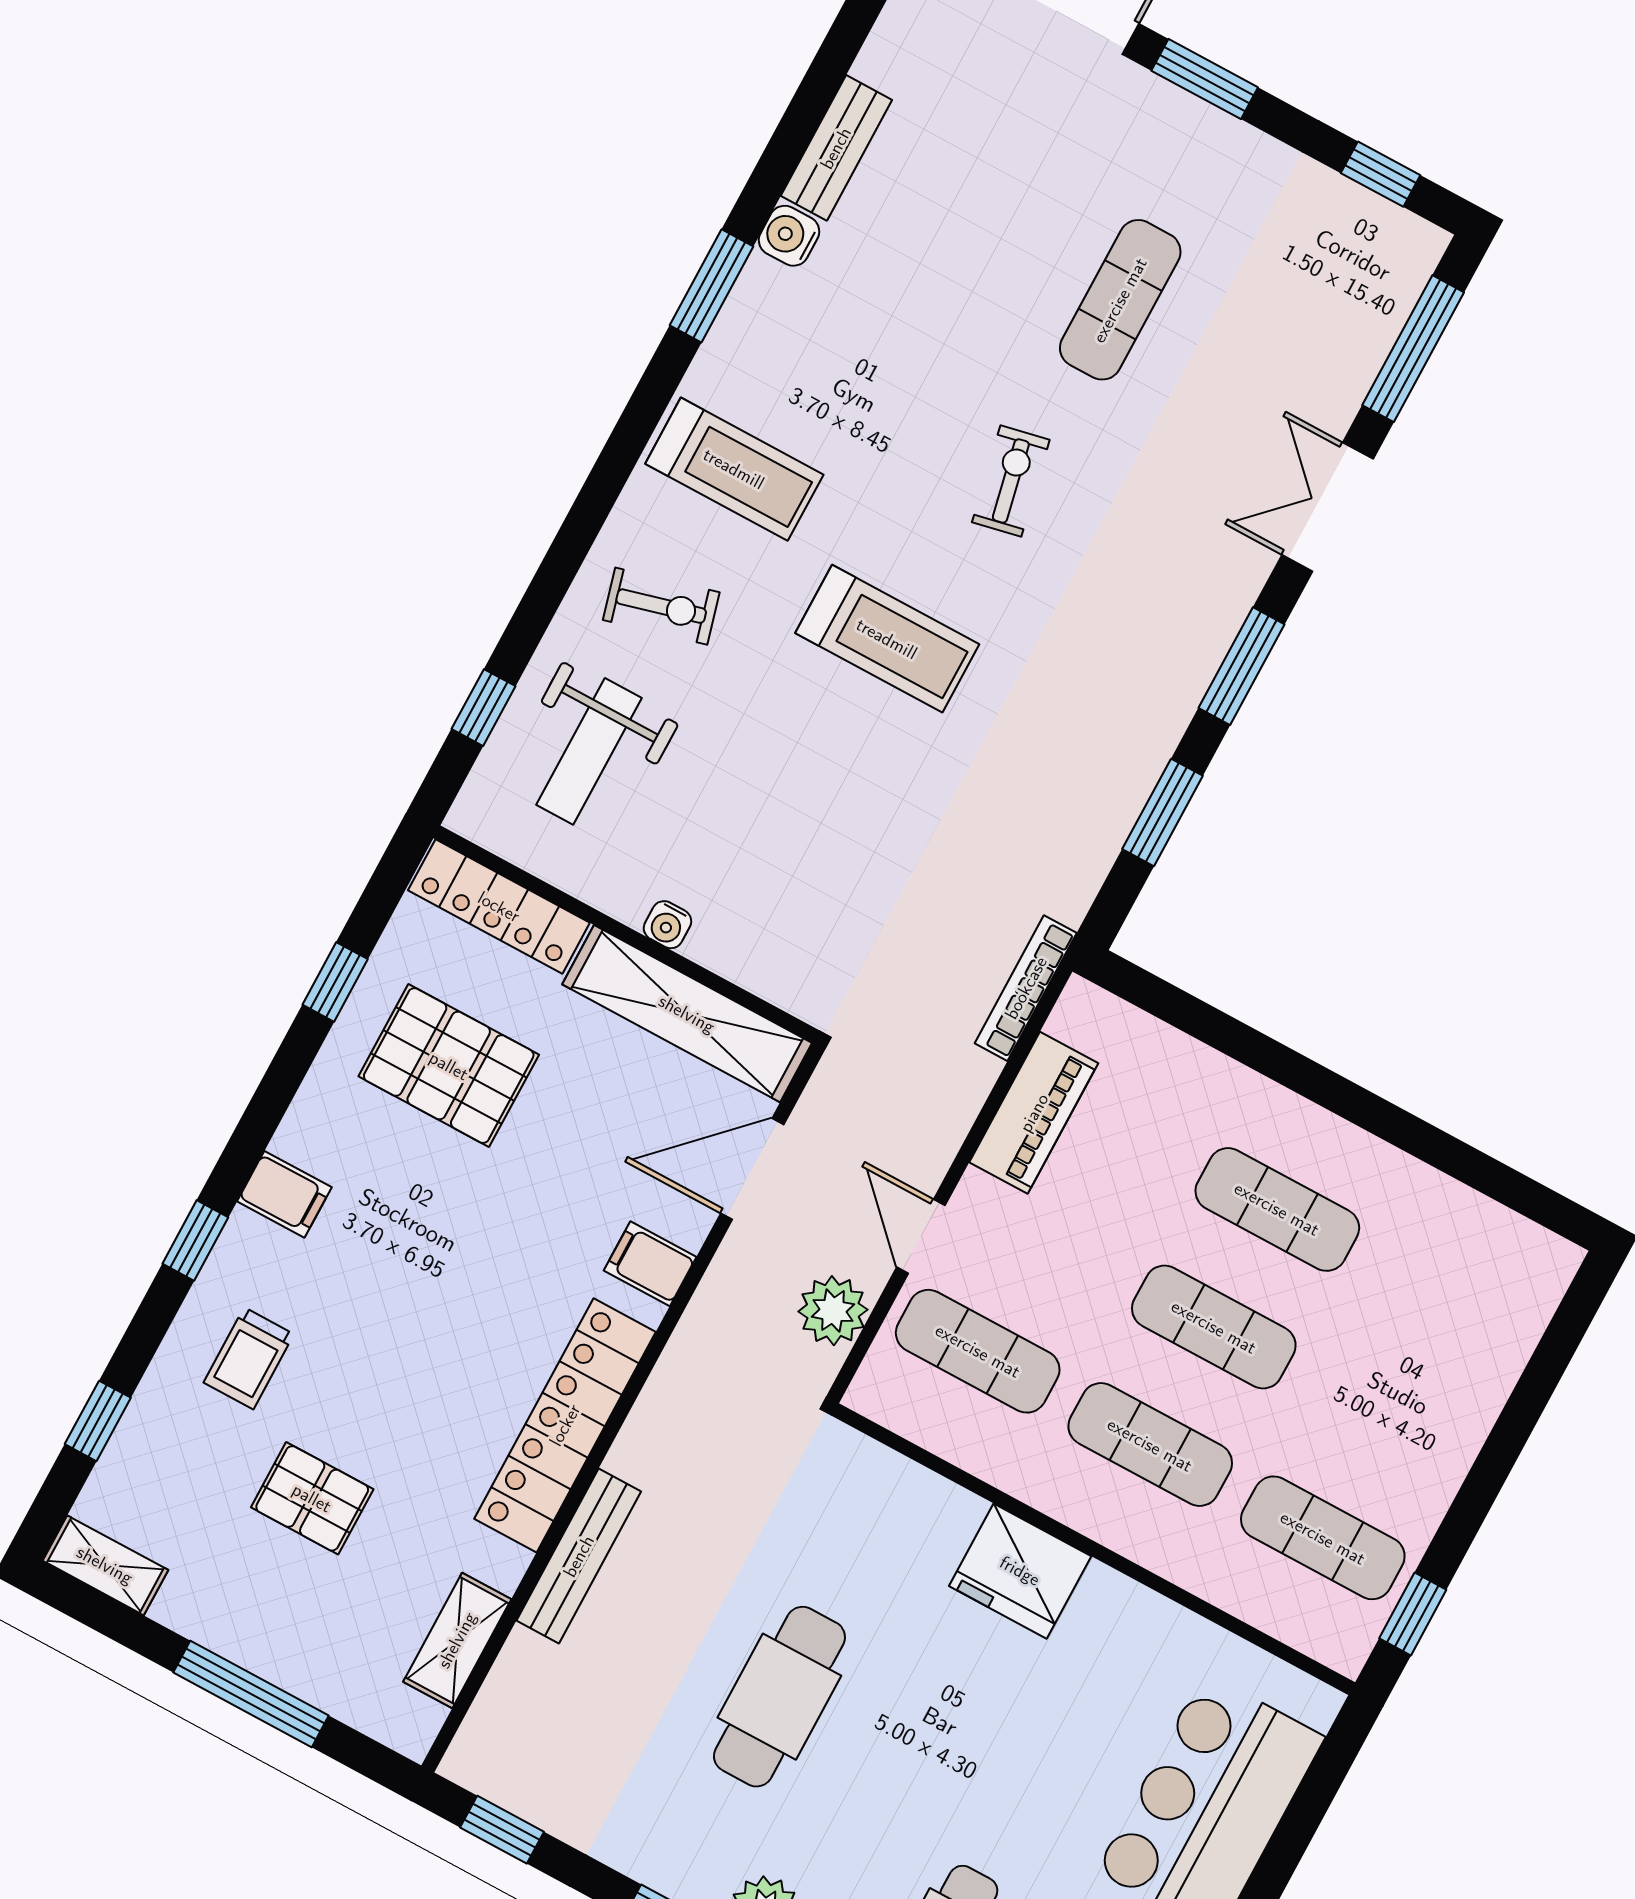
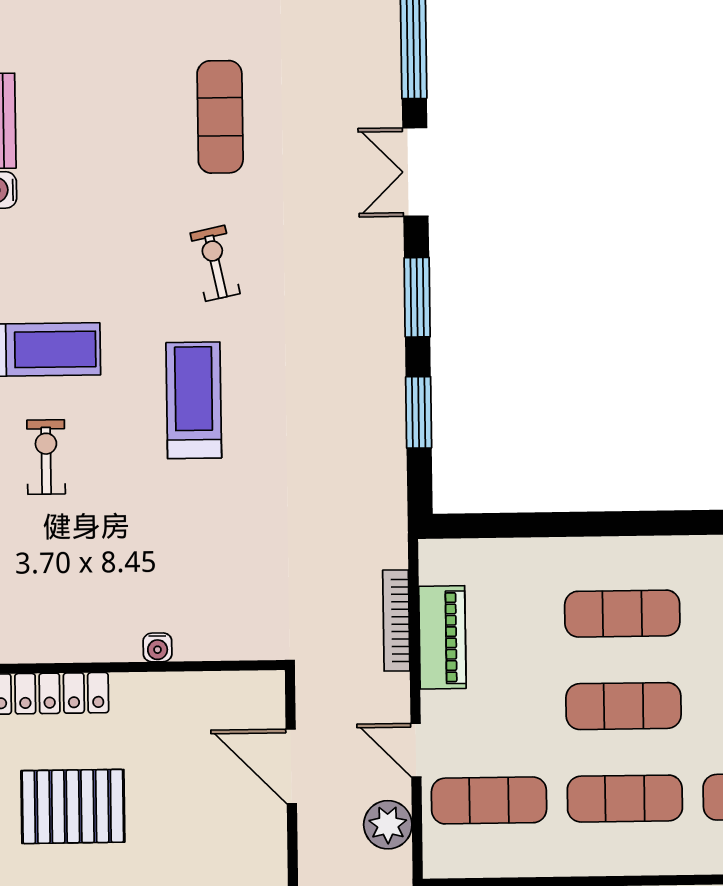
exercise bike: (661, 606) -> (46, 457), turned -75
treadmill: (887, 639) -> (194, 400), turned -90
weight bench: (589, 751) -> (52, 569), removed
bookcase: (1026, 988) -> (396, 620), moved
shelving: (687, 1014) -> (199, 695), removed
door: (752, 1169) -> (291, 766), hinge flipped
filing cabinet: (650, 1264) -> (262, 858), removed

